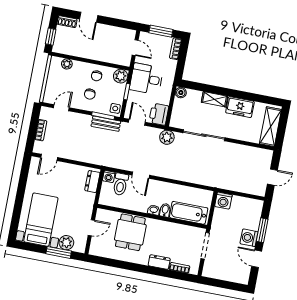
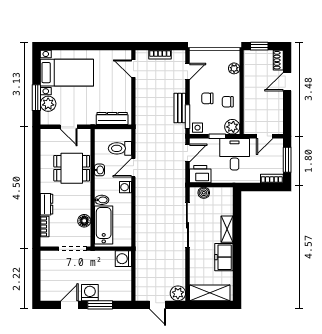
boiler: (181, 93) -> (204, 193), moved
door: (61, 108) -> (187, 72), hinge flipped
bench: (106, 124) -> (180, 108), moved
plant: (167, 137) -> (178, 293), moved
washing machine: (109, 176) -> (125, 187), moved
dresser: (92, 182) -> (112, 119), width x1.44
washbasin: (154, 210) -> (100, 170), moved
floor lamp: (181, 230) -> (84, 221), added

